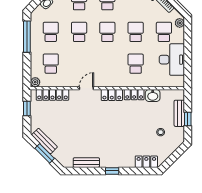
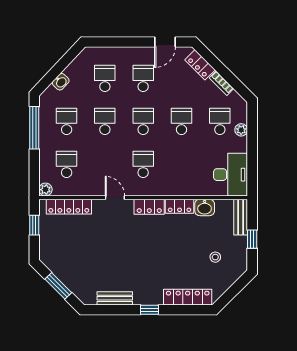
plant: (180, 23) -> (241, 130), moved
desk: (172, 60) -> (231, 175), moved
school desk: (136, 64) -> (143, 164), moved
door: (86, 88) -> (115, 198), hinge flipped
bench: (179, 113) -> (241, 217), moved
bench: (44, 141) -> (58, 269), removed
locker: (146, 162) -> (188, 297), width x1.53

